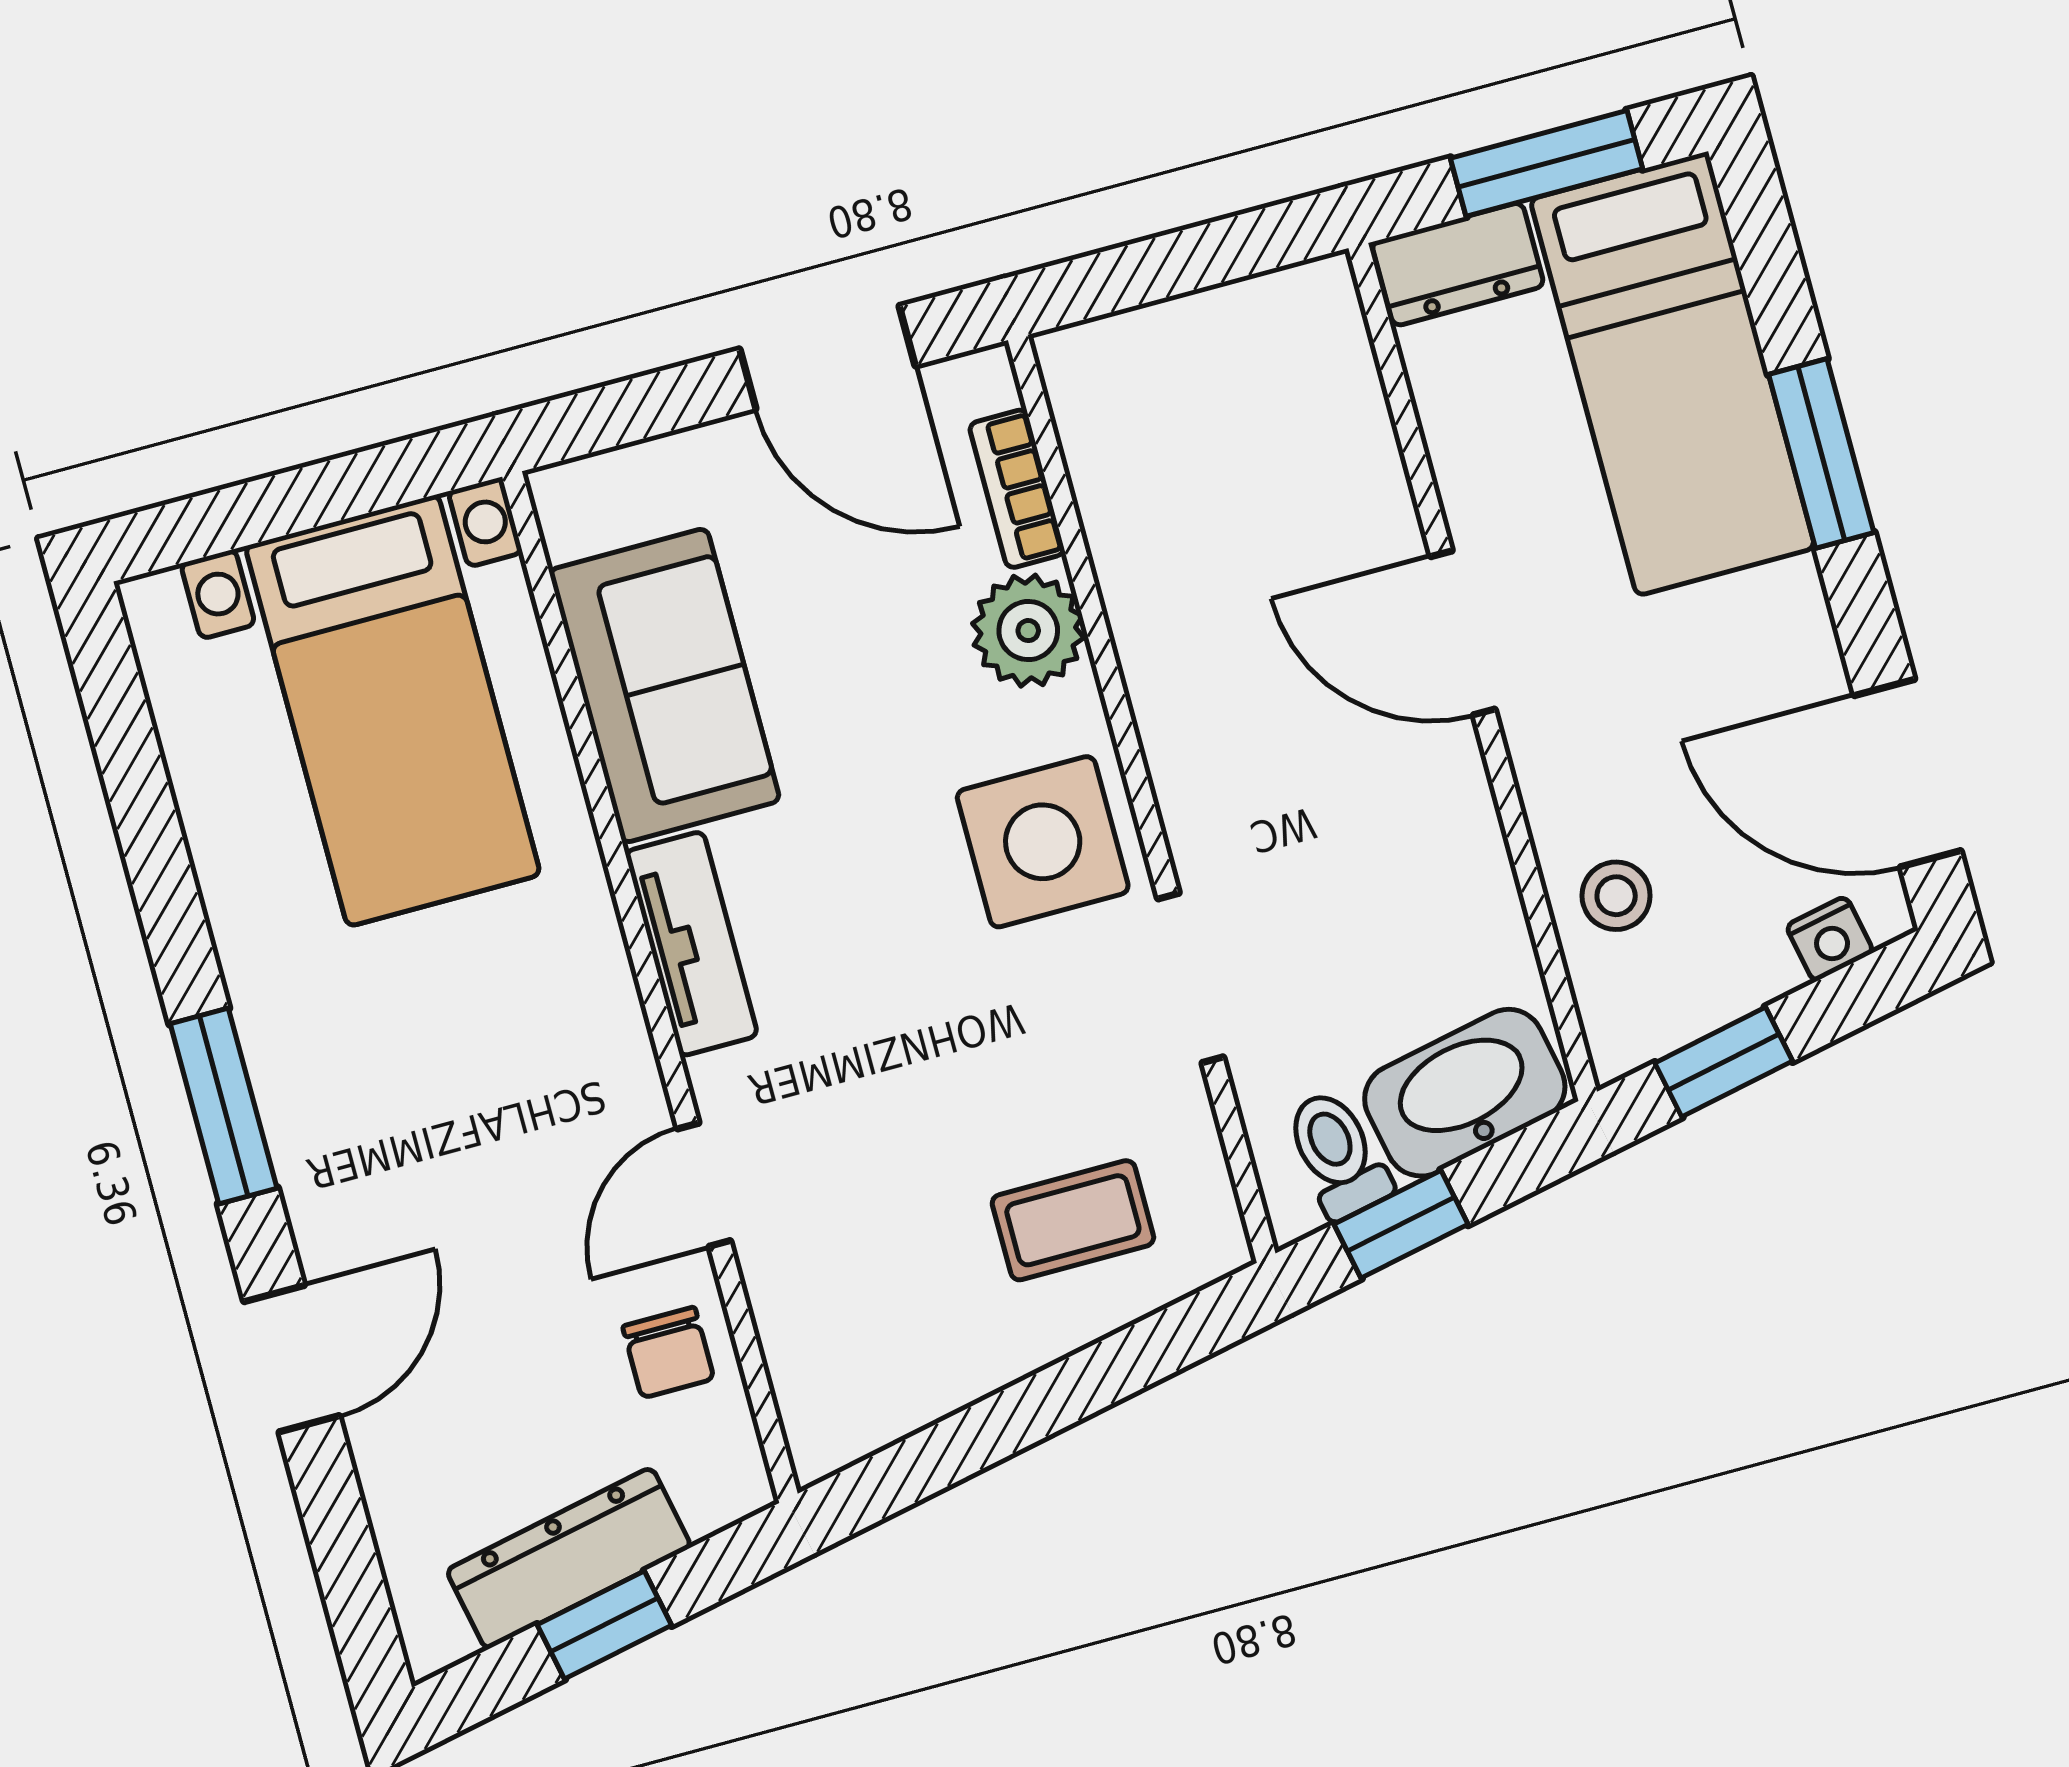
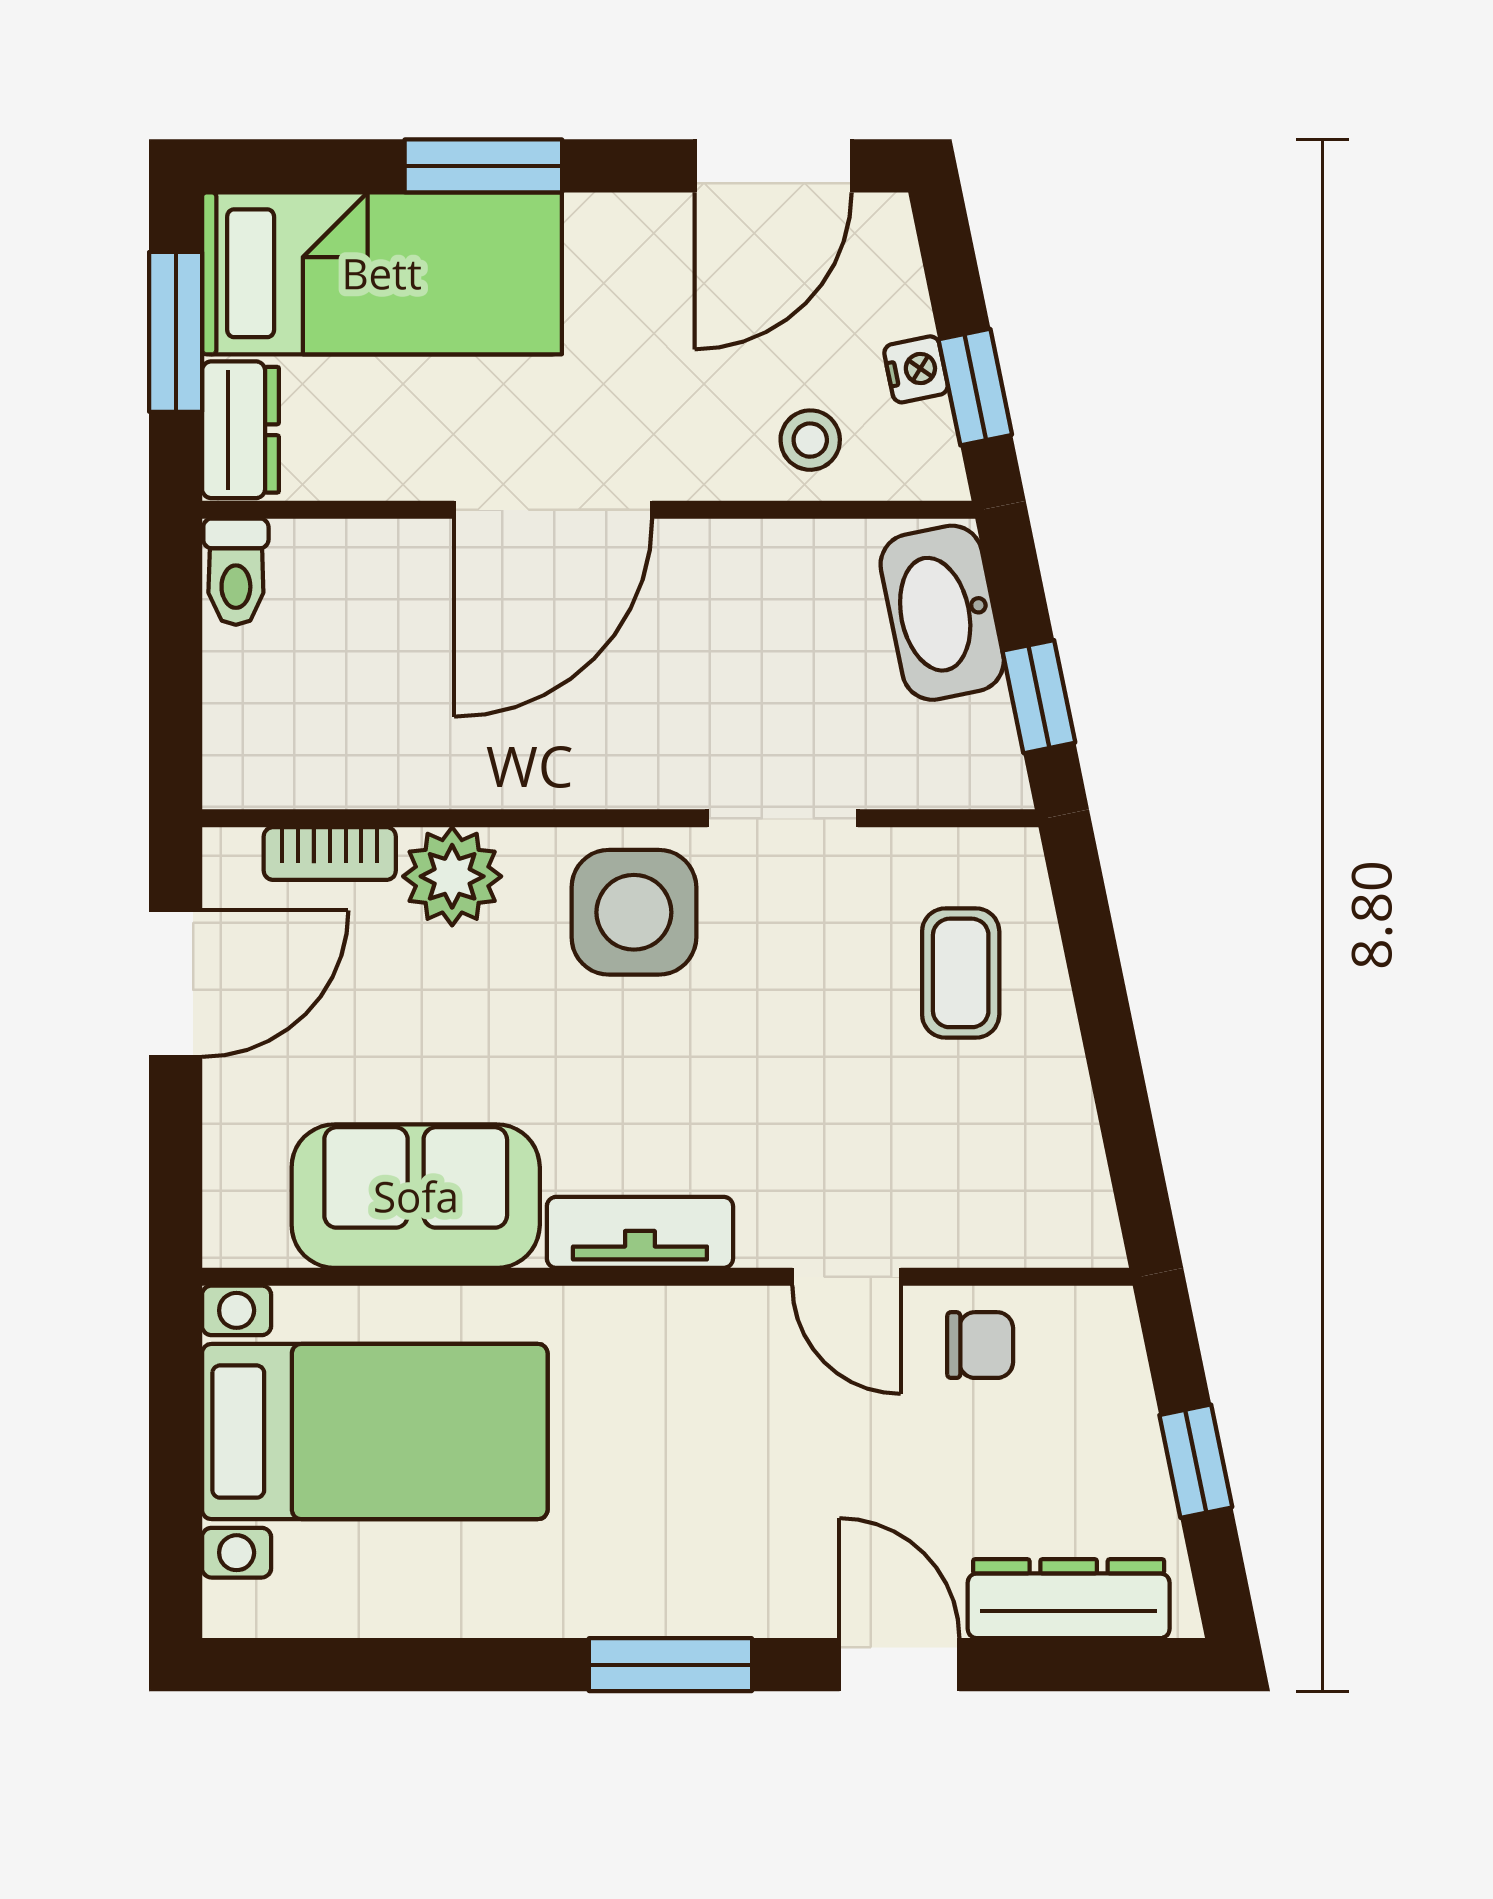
door: (1463, 633) -> (553, 510), width x1.36
nightstand: (1830, 939) -> (916, 369), moved
toilet: (1338, 1154) -> (236, 572), moved, turned -78
dresser: (569, 1558) -> (1069, 1599), moved, turned 102

